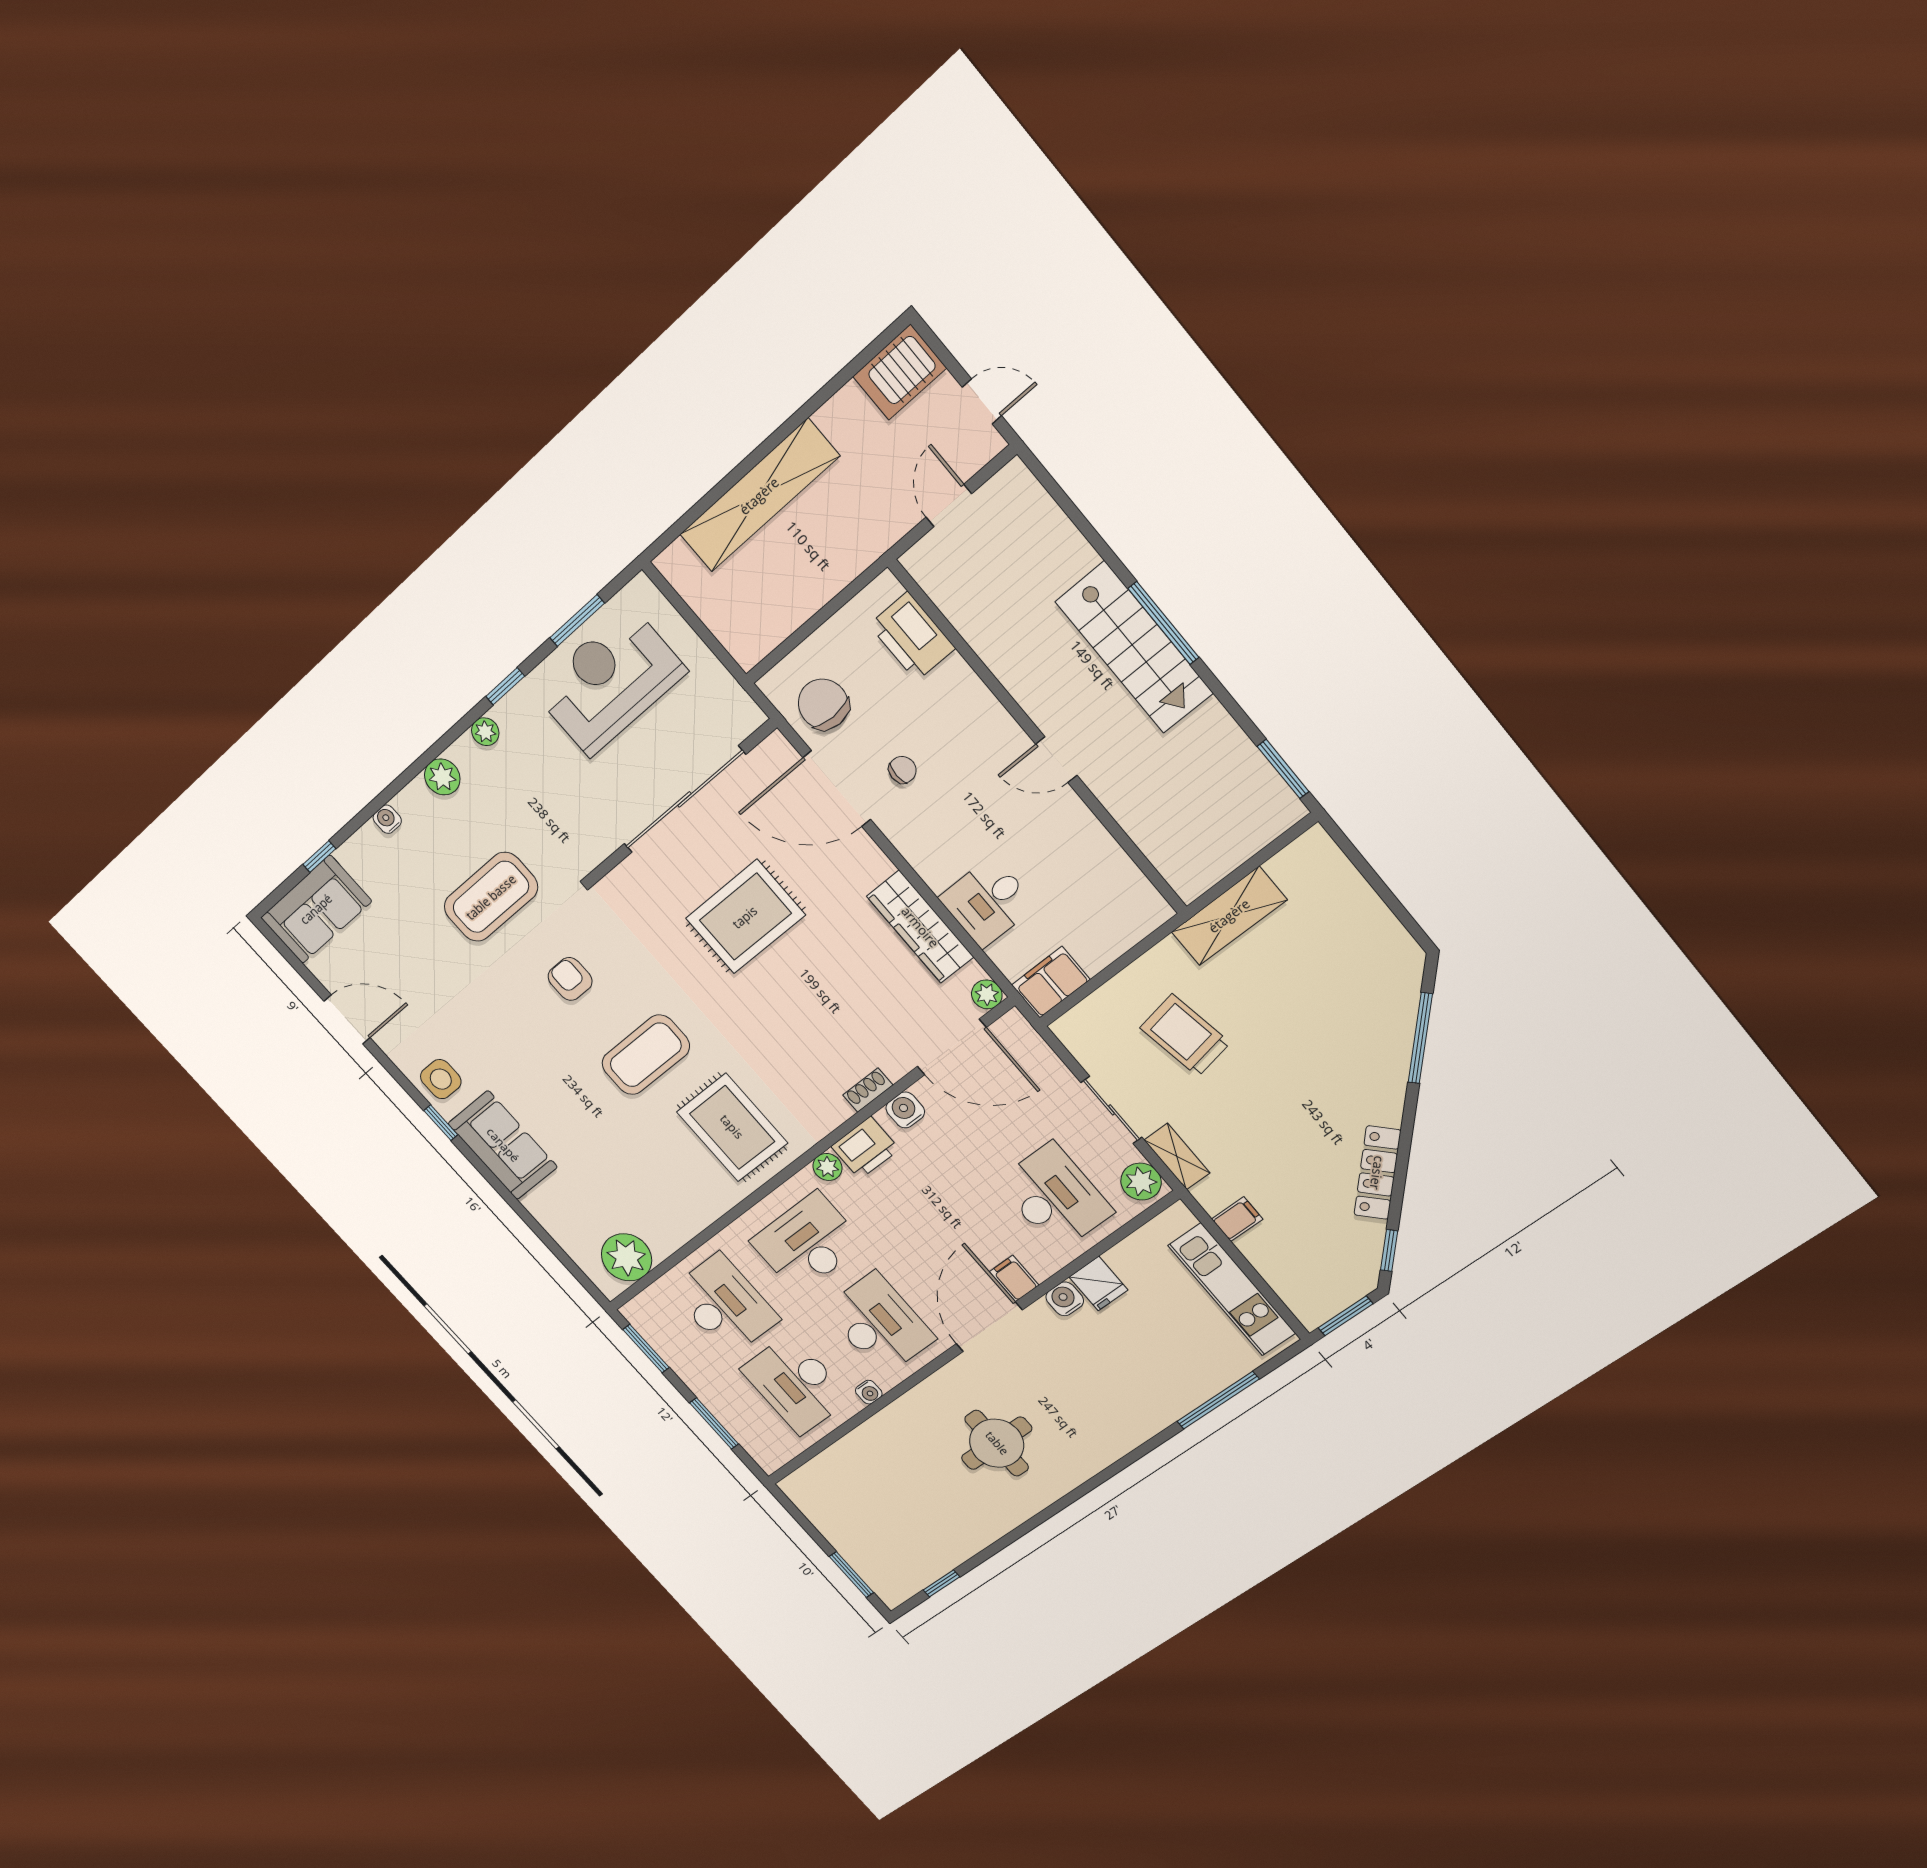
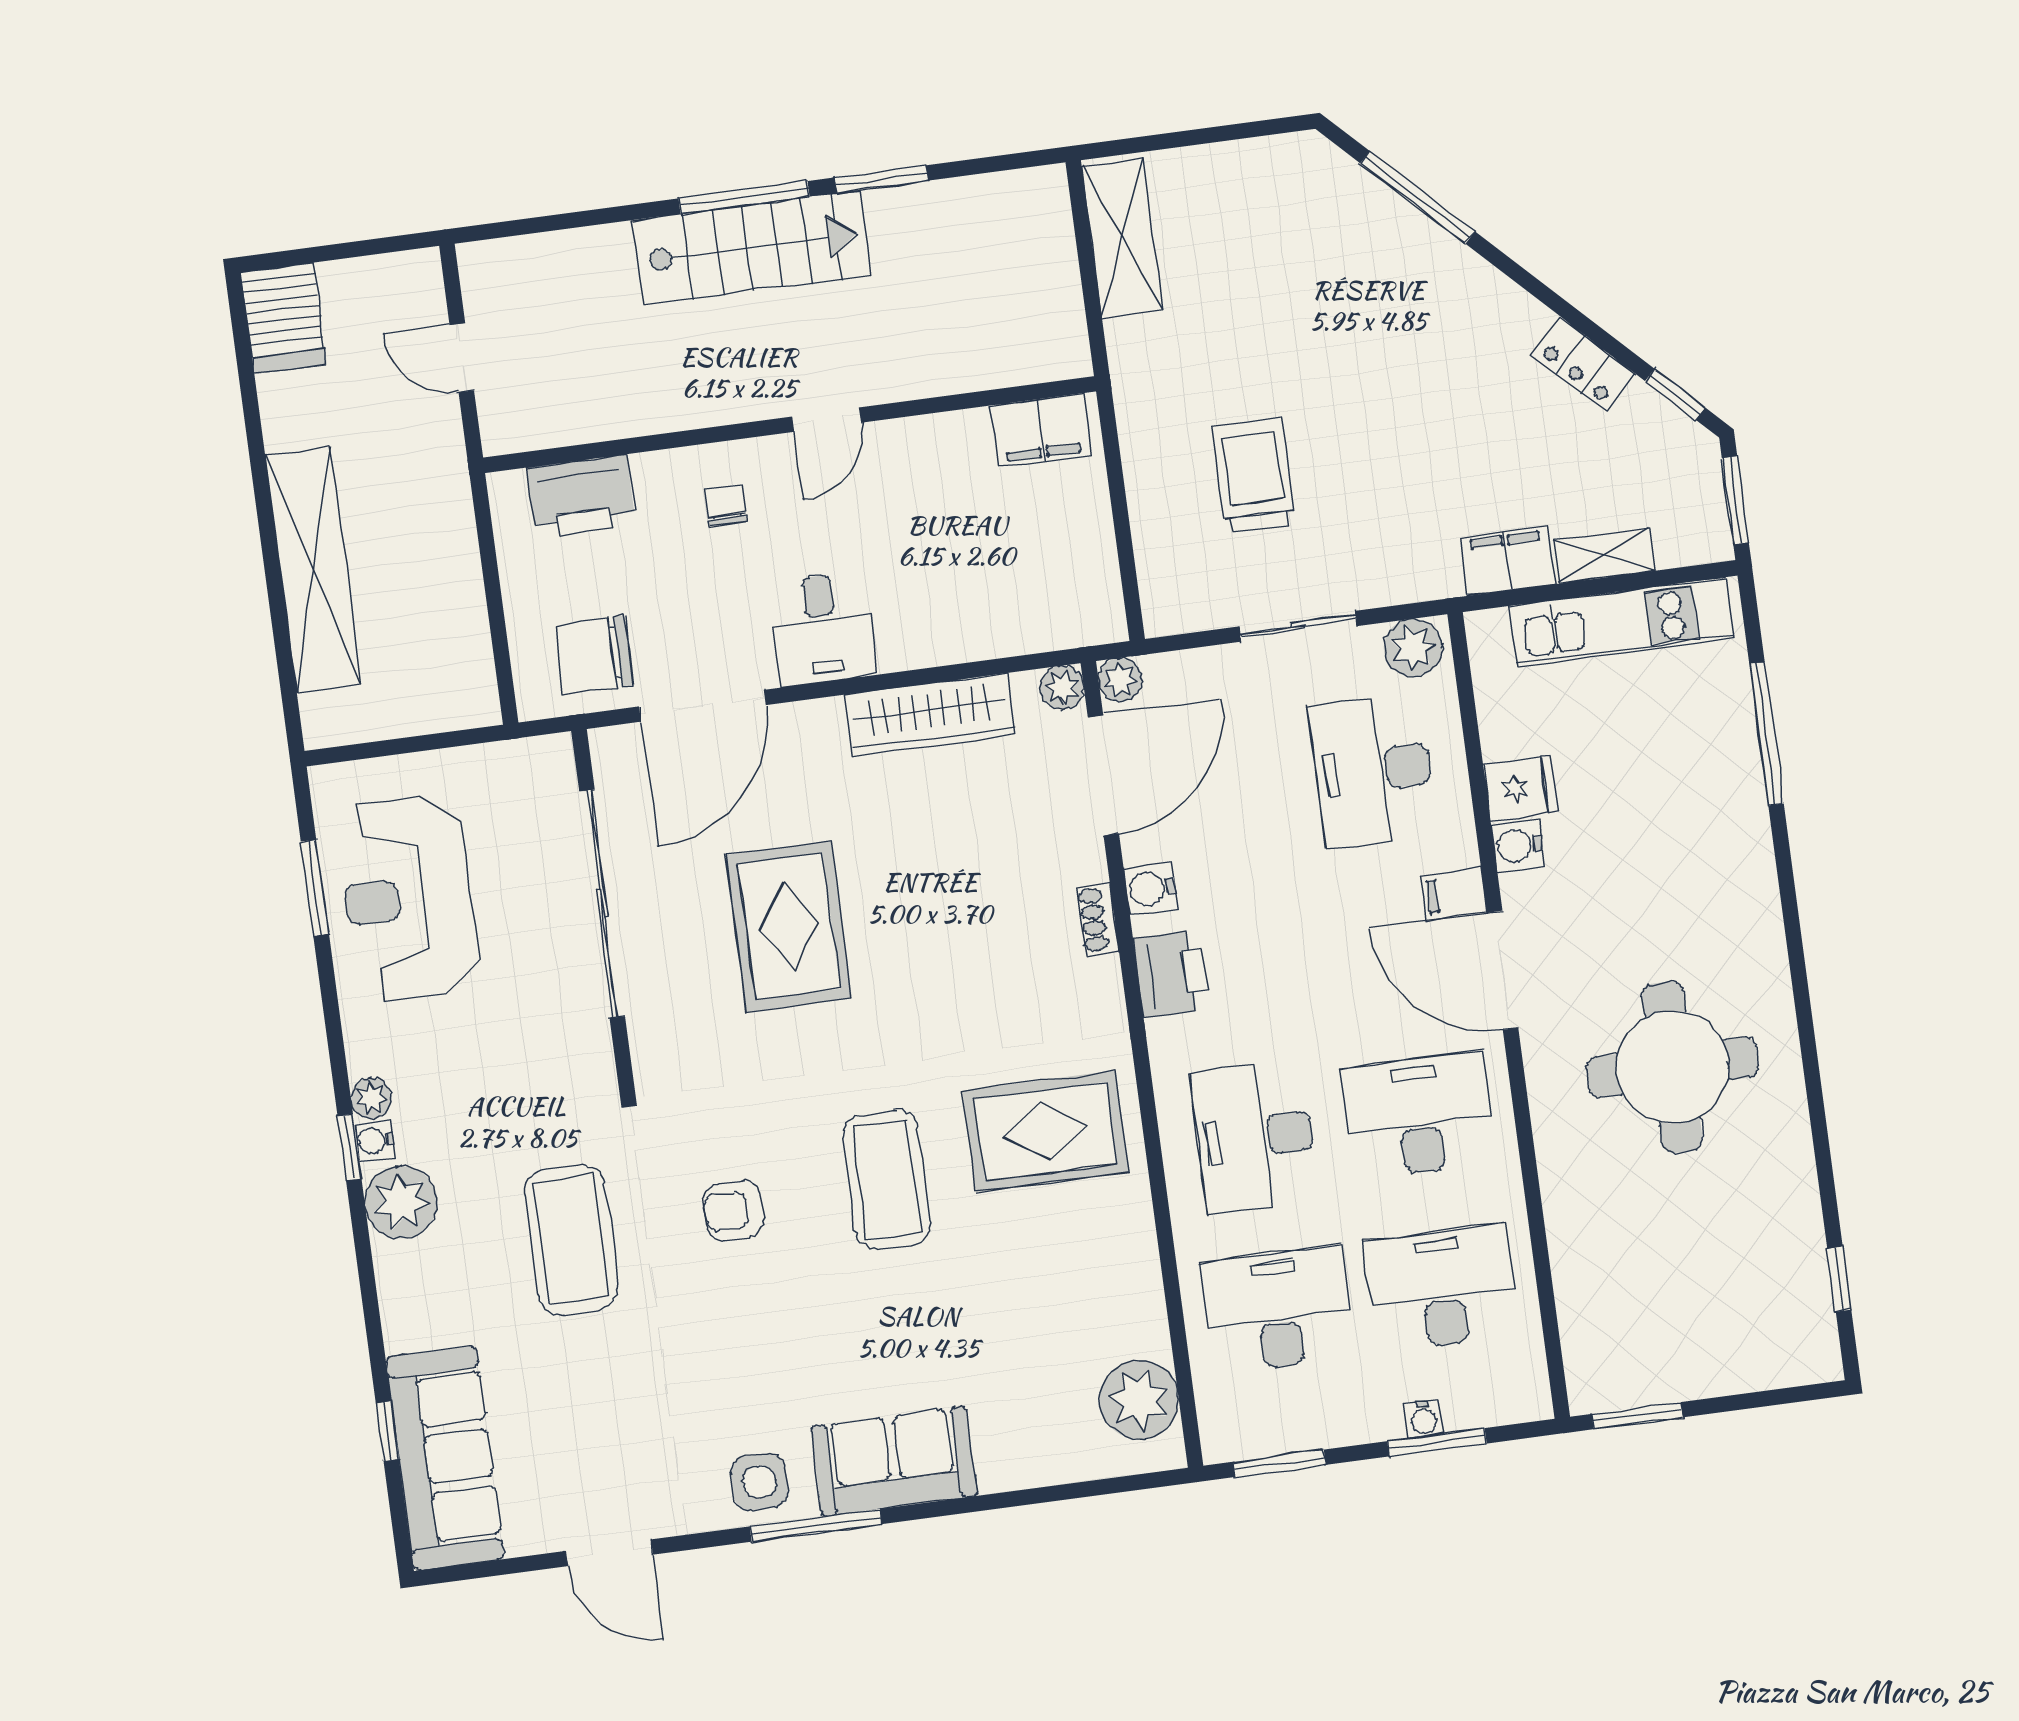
door: (982, 401) -> (373, 247), removed
window: (505, 686) -> (349, 1147), moved
window: (1283, 769) -> (881, 179), moved
chair: (903, 770) -> (726, 505), moved
plant: (442, 777) -> (401, 1202), width x1.36, depth x1.36
water cooler: (387, 819) -> (375, 1141), moved
desk: (988, 902) -> (822, 629), moved
sofa: (316, 909) -> (445, 1458), width x1.36
shelving: (1229, 916) -> (1122, 238), moved
filing cabinet: (1051, 982) -> (1041, 430), moved, turned -90
door: (347, 1019) -> (609, 1553), swing flipped
trolley: (1185, 1035) -> (1254, 476), turned 100
window: (441, 1123) -> (816, 1525), width x2.17
shelving: (1177, 1156) -> (1605, 556), moved
plant: (827, 1167) -> (1120, 680), moved
locker: (1377, 1173) -> (1583, 364), width x0.66
desk: (1055, 1197) -> (1373, 770), turned -90
filing cabinet: (1237, 1219) -> (1508, 561), width x2.00
desk: (796, 1384) -> (1442, 1288), turned 180
water cooler: (869, 1392) -> (1424, 1419), moved, turned 90
round table: (997, 1443) -> (1672, 1067), width x1.36, depth x1.36
window: (851, 1574) -> (1637, 1416), moved

